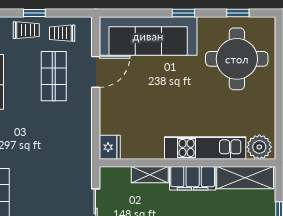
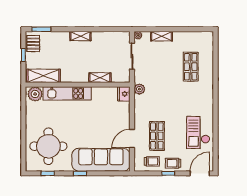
plant: (83, 155) -> (139, 89), added
filing cabinet: (193, 178) -> (75, 75), removed

